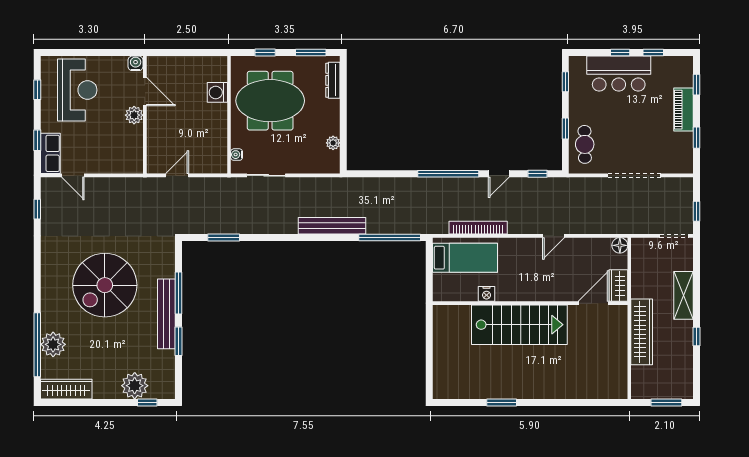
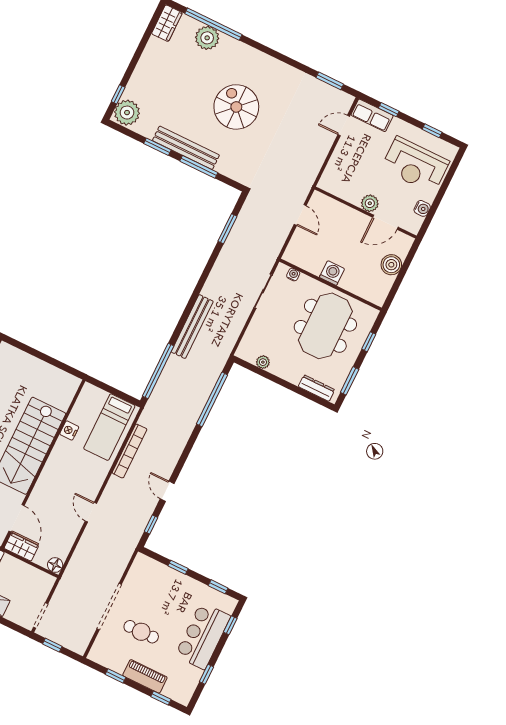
window: (620, 53) -> (230, 625), moved
water cooler: (136, 63) -> (422, 208), moved
boiler: (182, 67) -> (391, 265), added
washing machine: (217, 92) -> (332, 273), moved
cafe table: (585, 144) -> (141, 632), moved
window: (448, 174) -> (212, 399), moved
window: (37, 209) -> (330, 81), width x1.50
spiral stairs: (105, 285) -> (236, 107), width x0.73, depth x0.73
plant: (135, 386) -> (127, 113), moved
wardrobe: (66, 389) -> (167, 23), width x0.67

